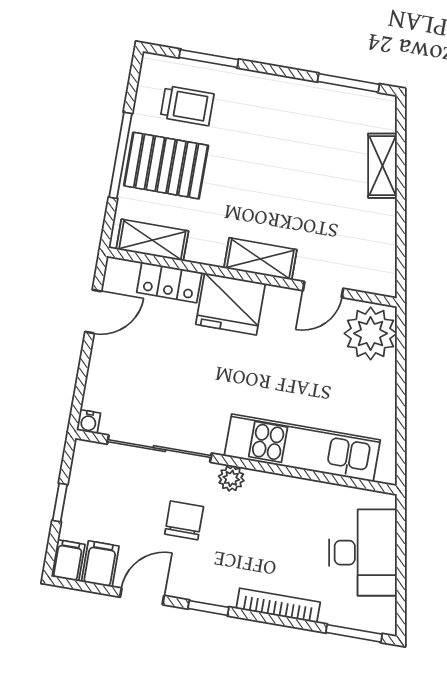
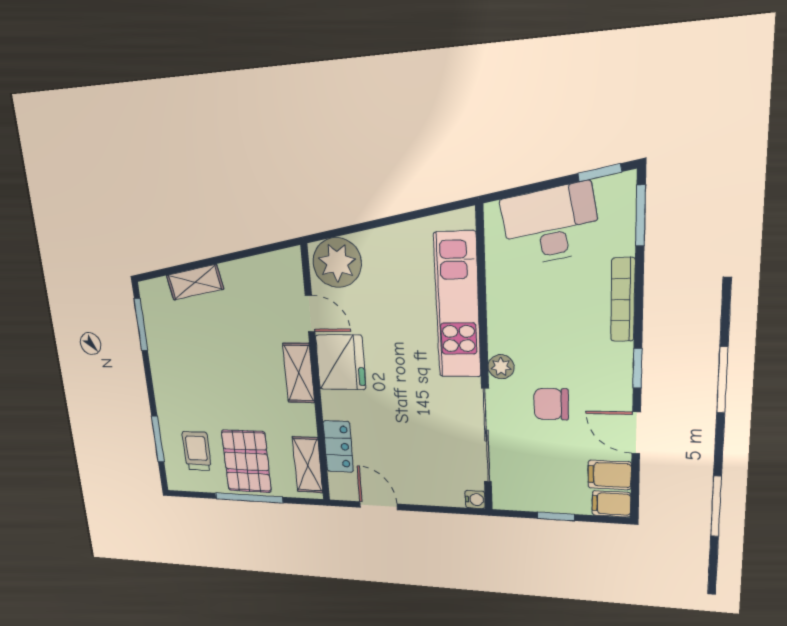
fridge: (231, 304) -> (341, 362), moved
window: (401, 604) -> (600, 173), added

